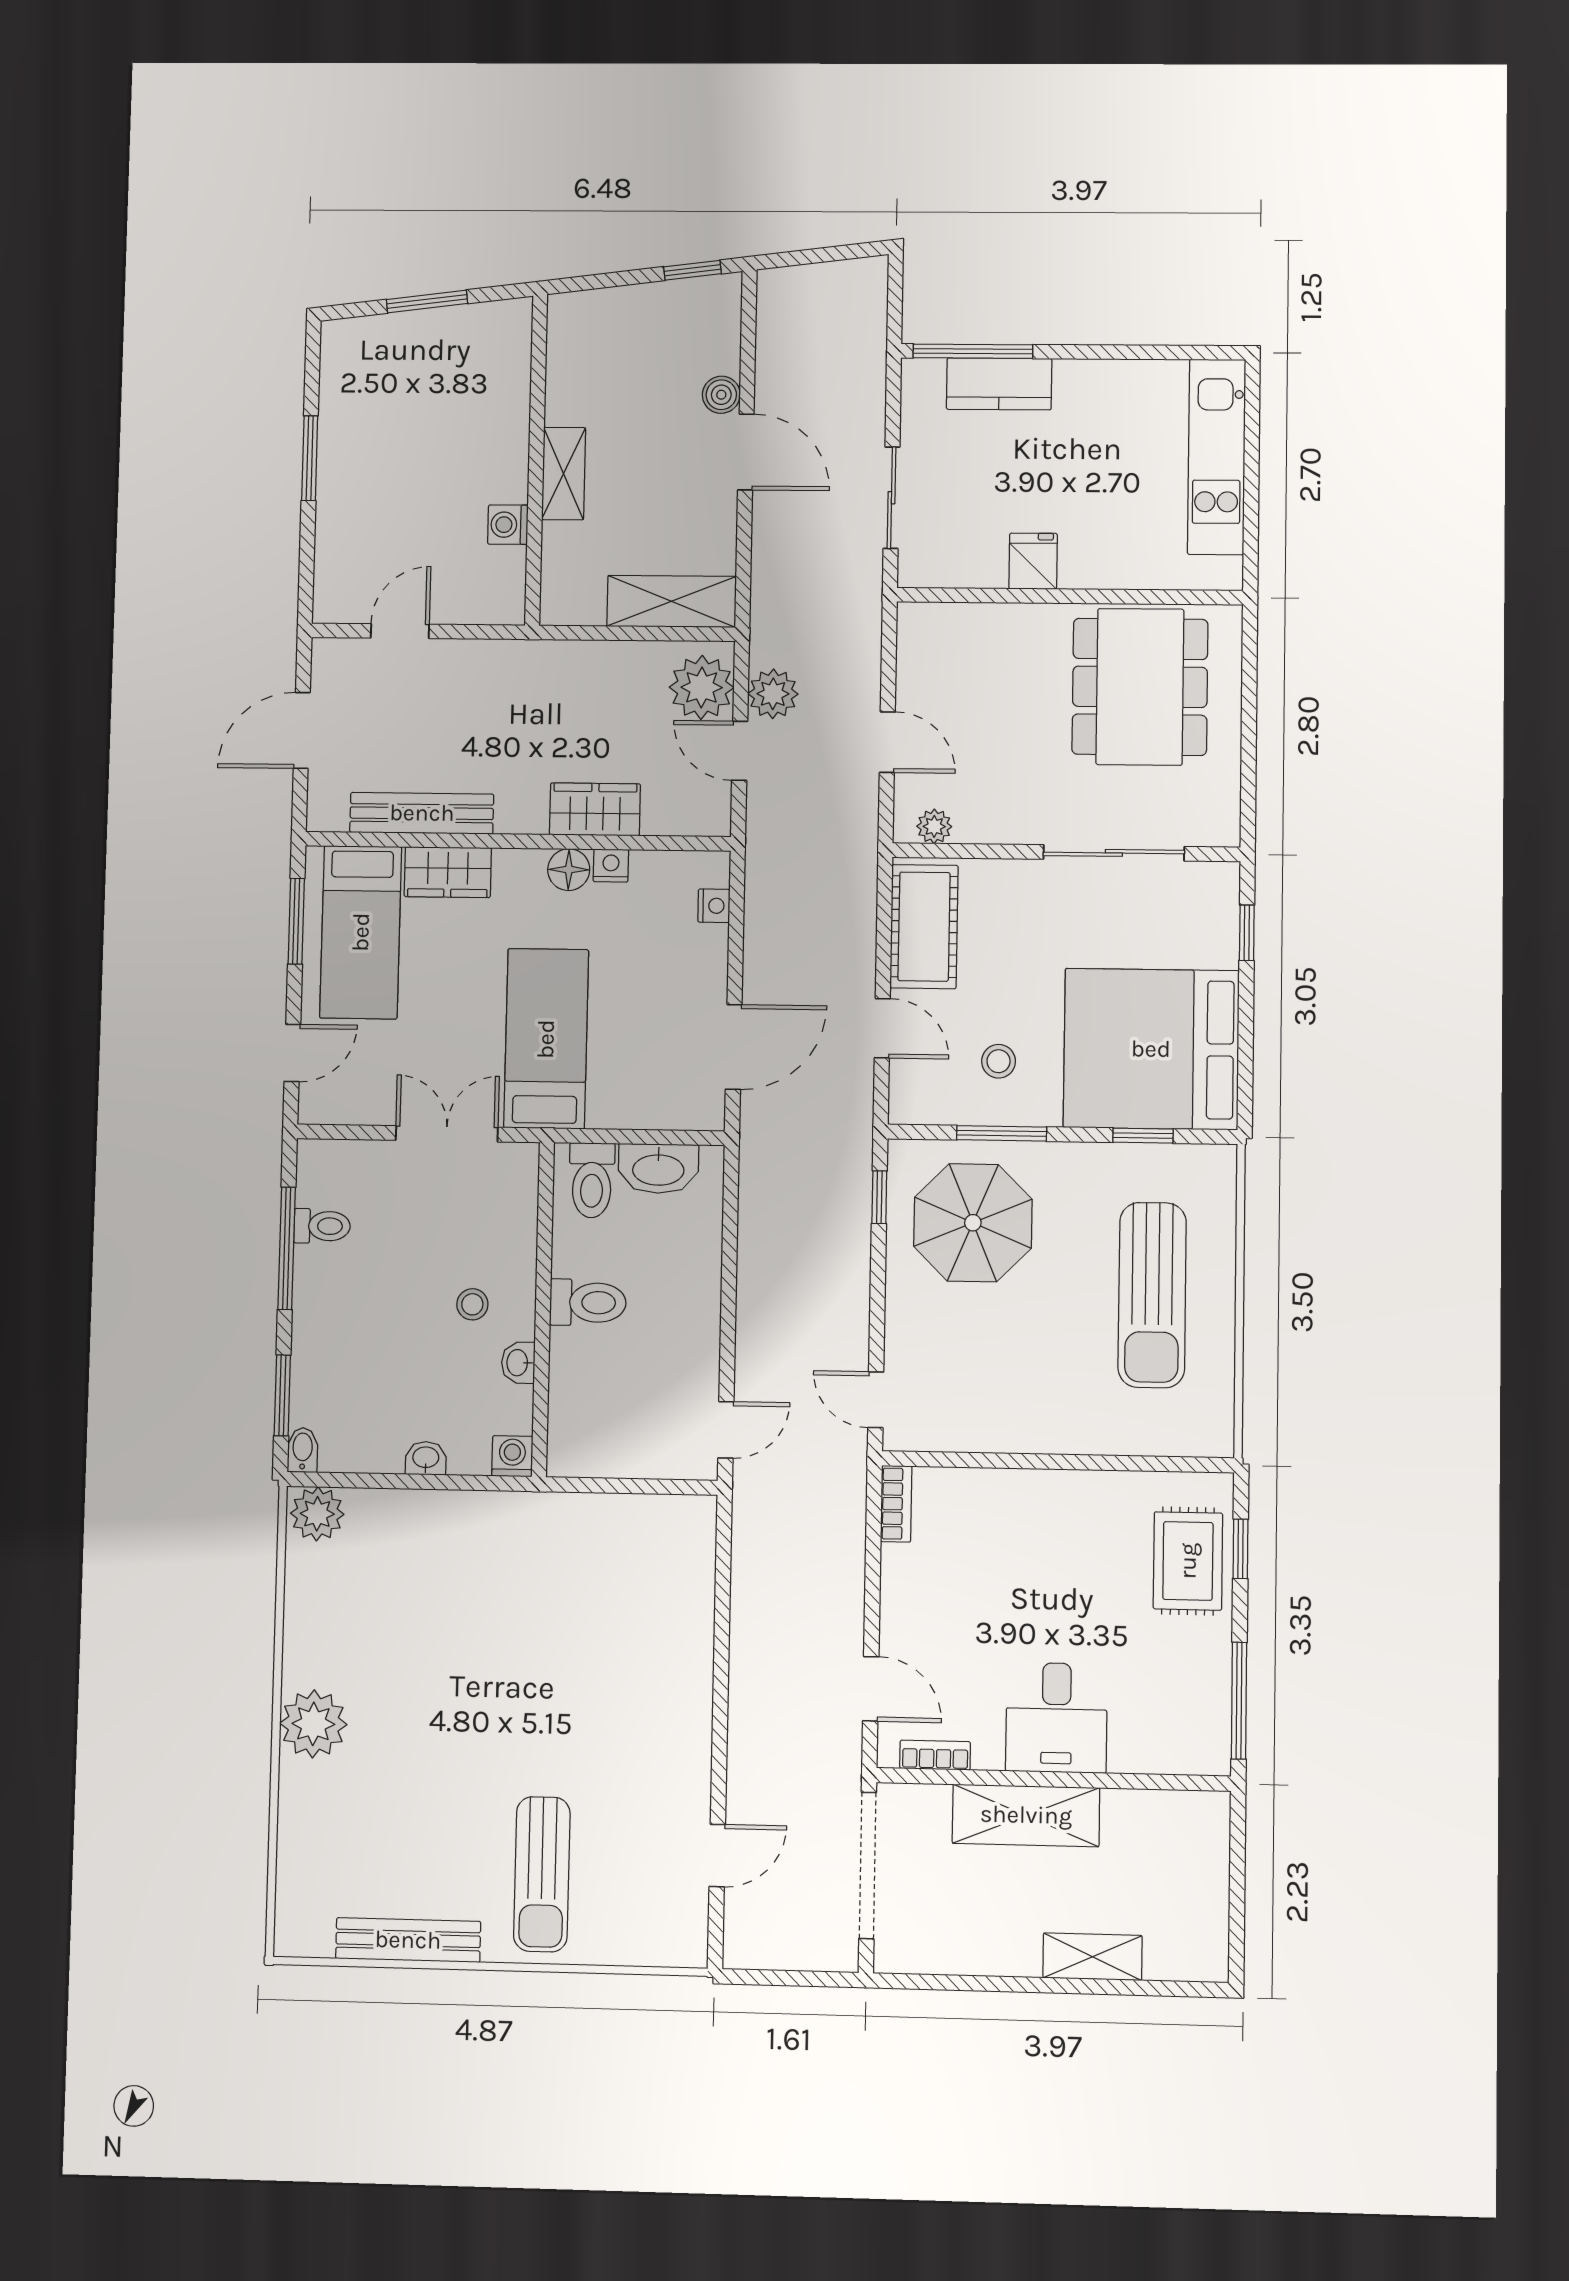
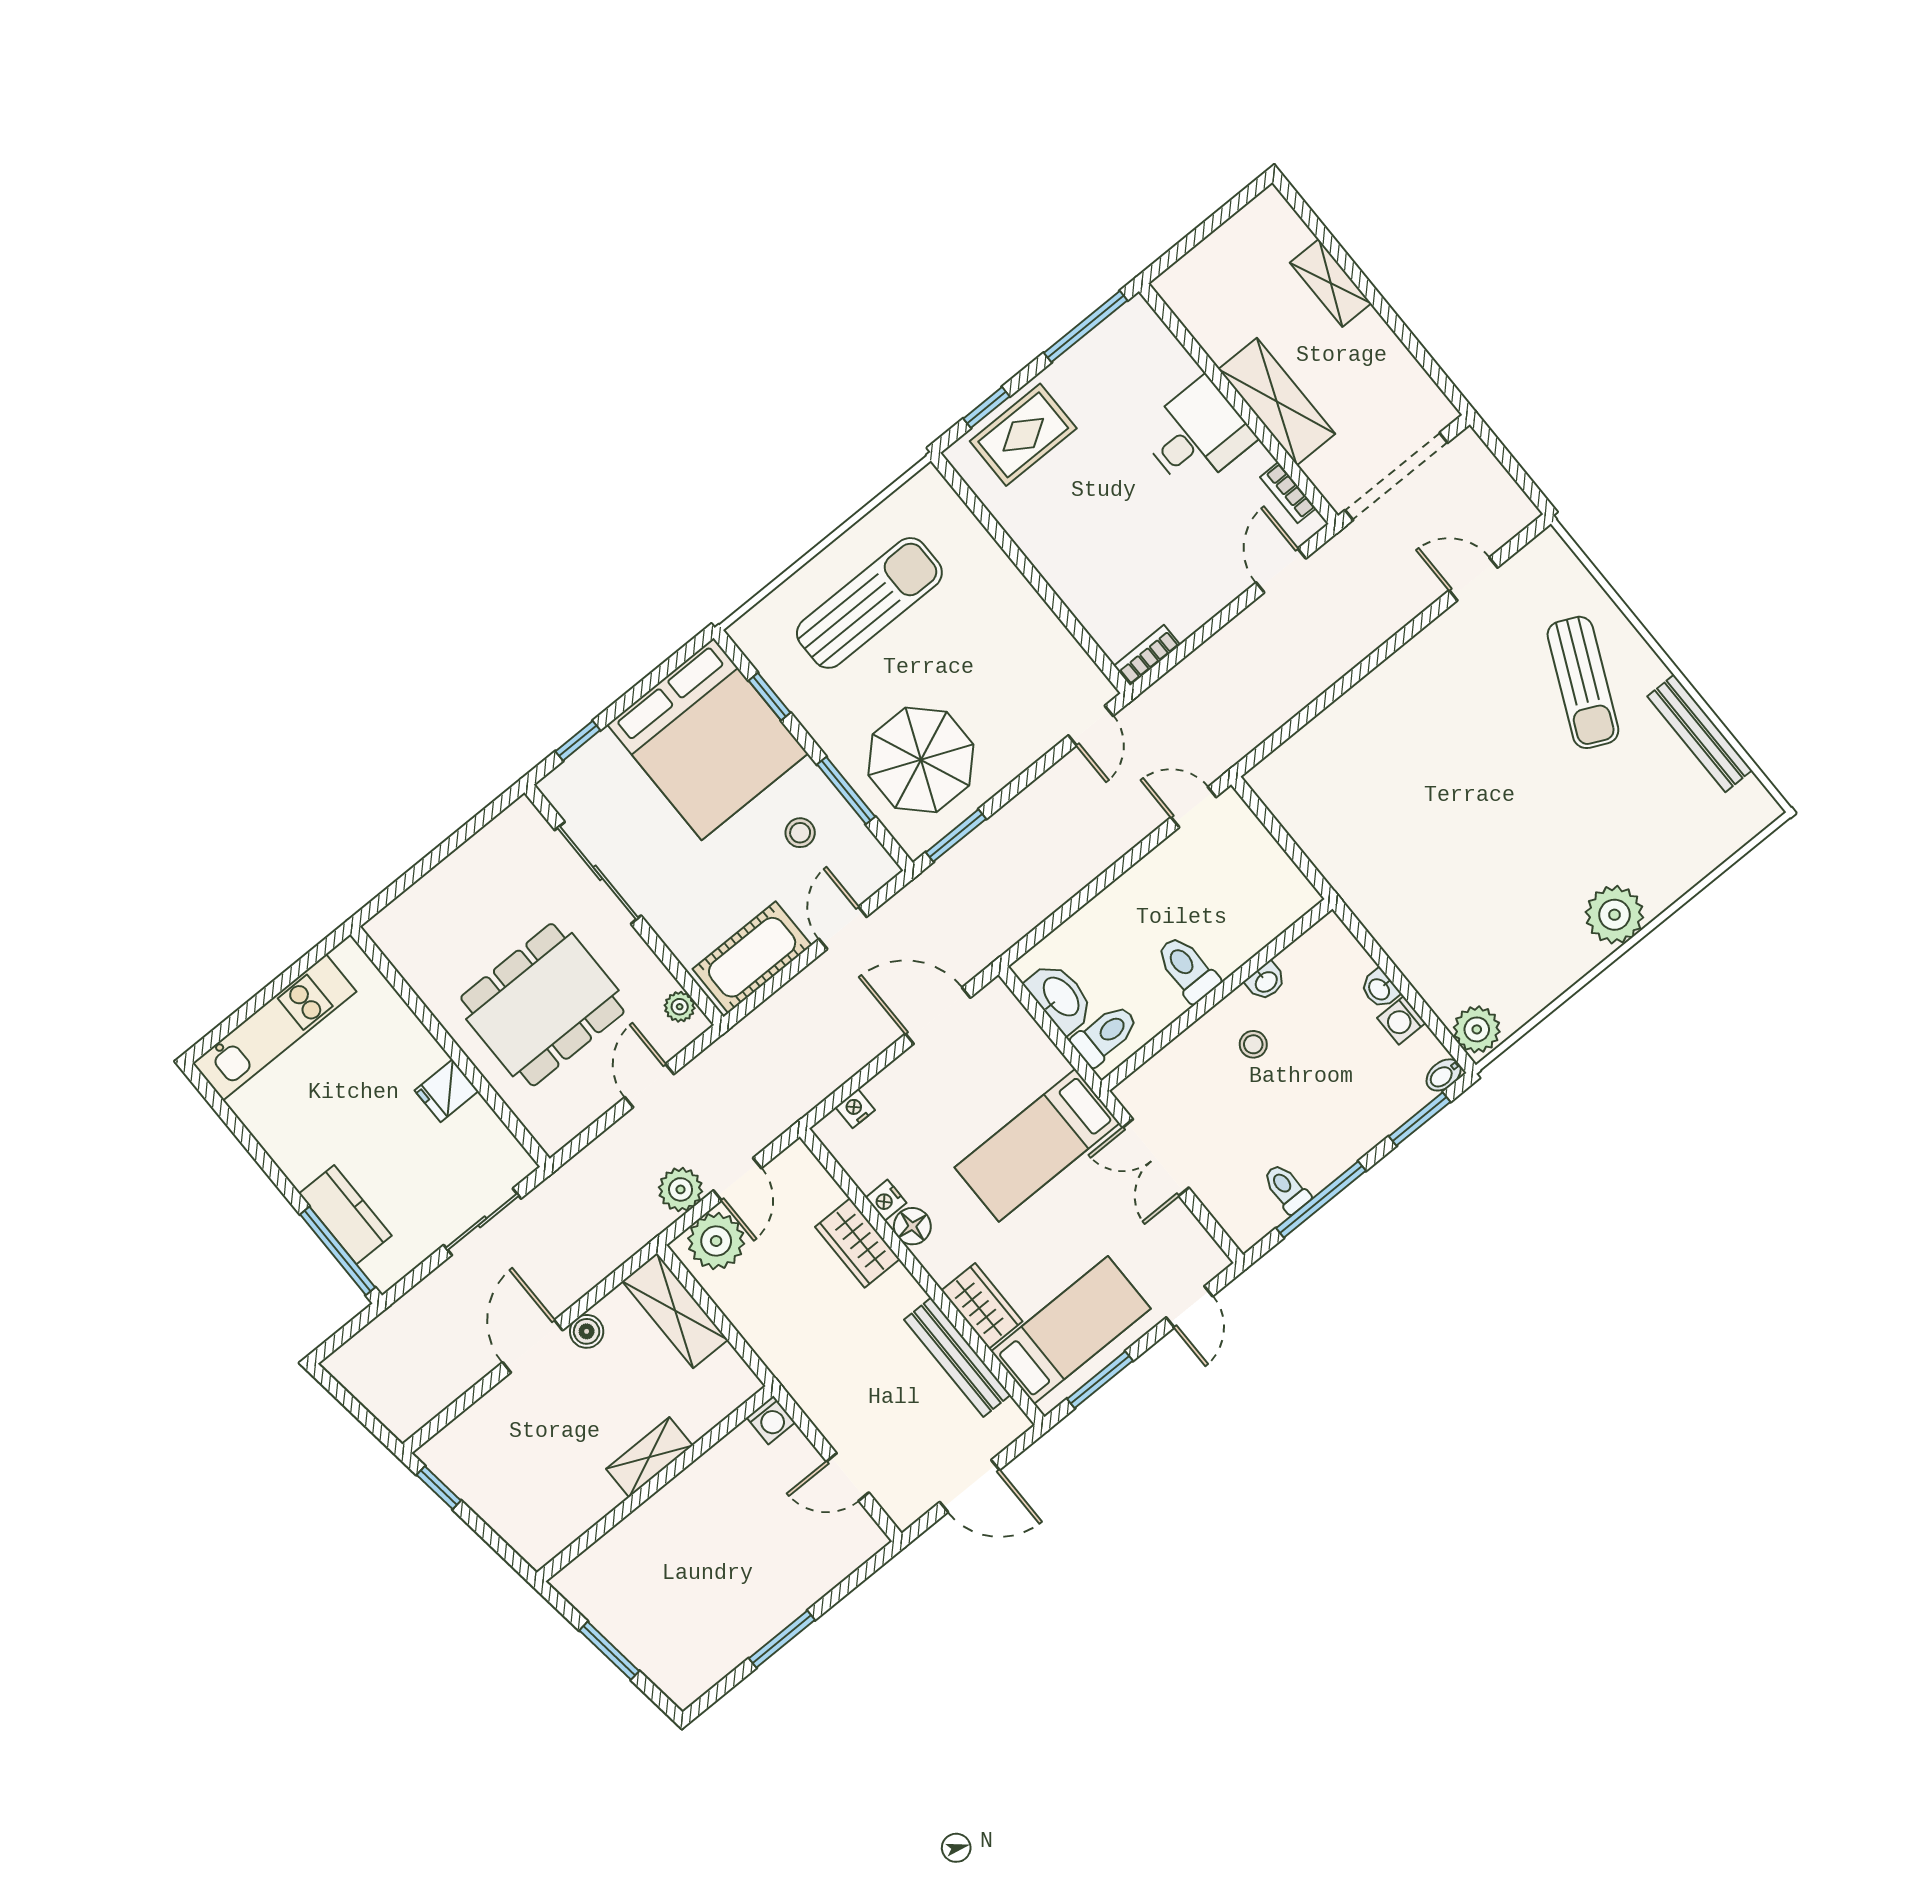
boiler: (721, 395) -> (587, 1331), moved
washing machine: (508, 525) -> (771, 1420), moved
dining table: (1140, 687) -> (542, 1005), moved
door: (292, 1053) -> (1189, 1307), swing flipped
window: (879, 1197) -> (956, 836), width x1.50
washing machine: (512, 1456) -> (1401, 1020), moved
sun lounger: (542, 1874) -> (1583, 682), turned 115

